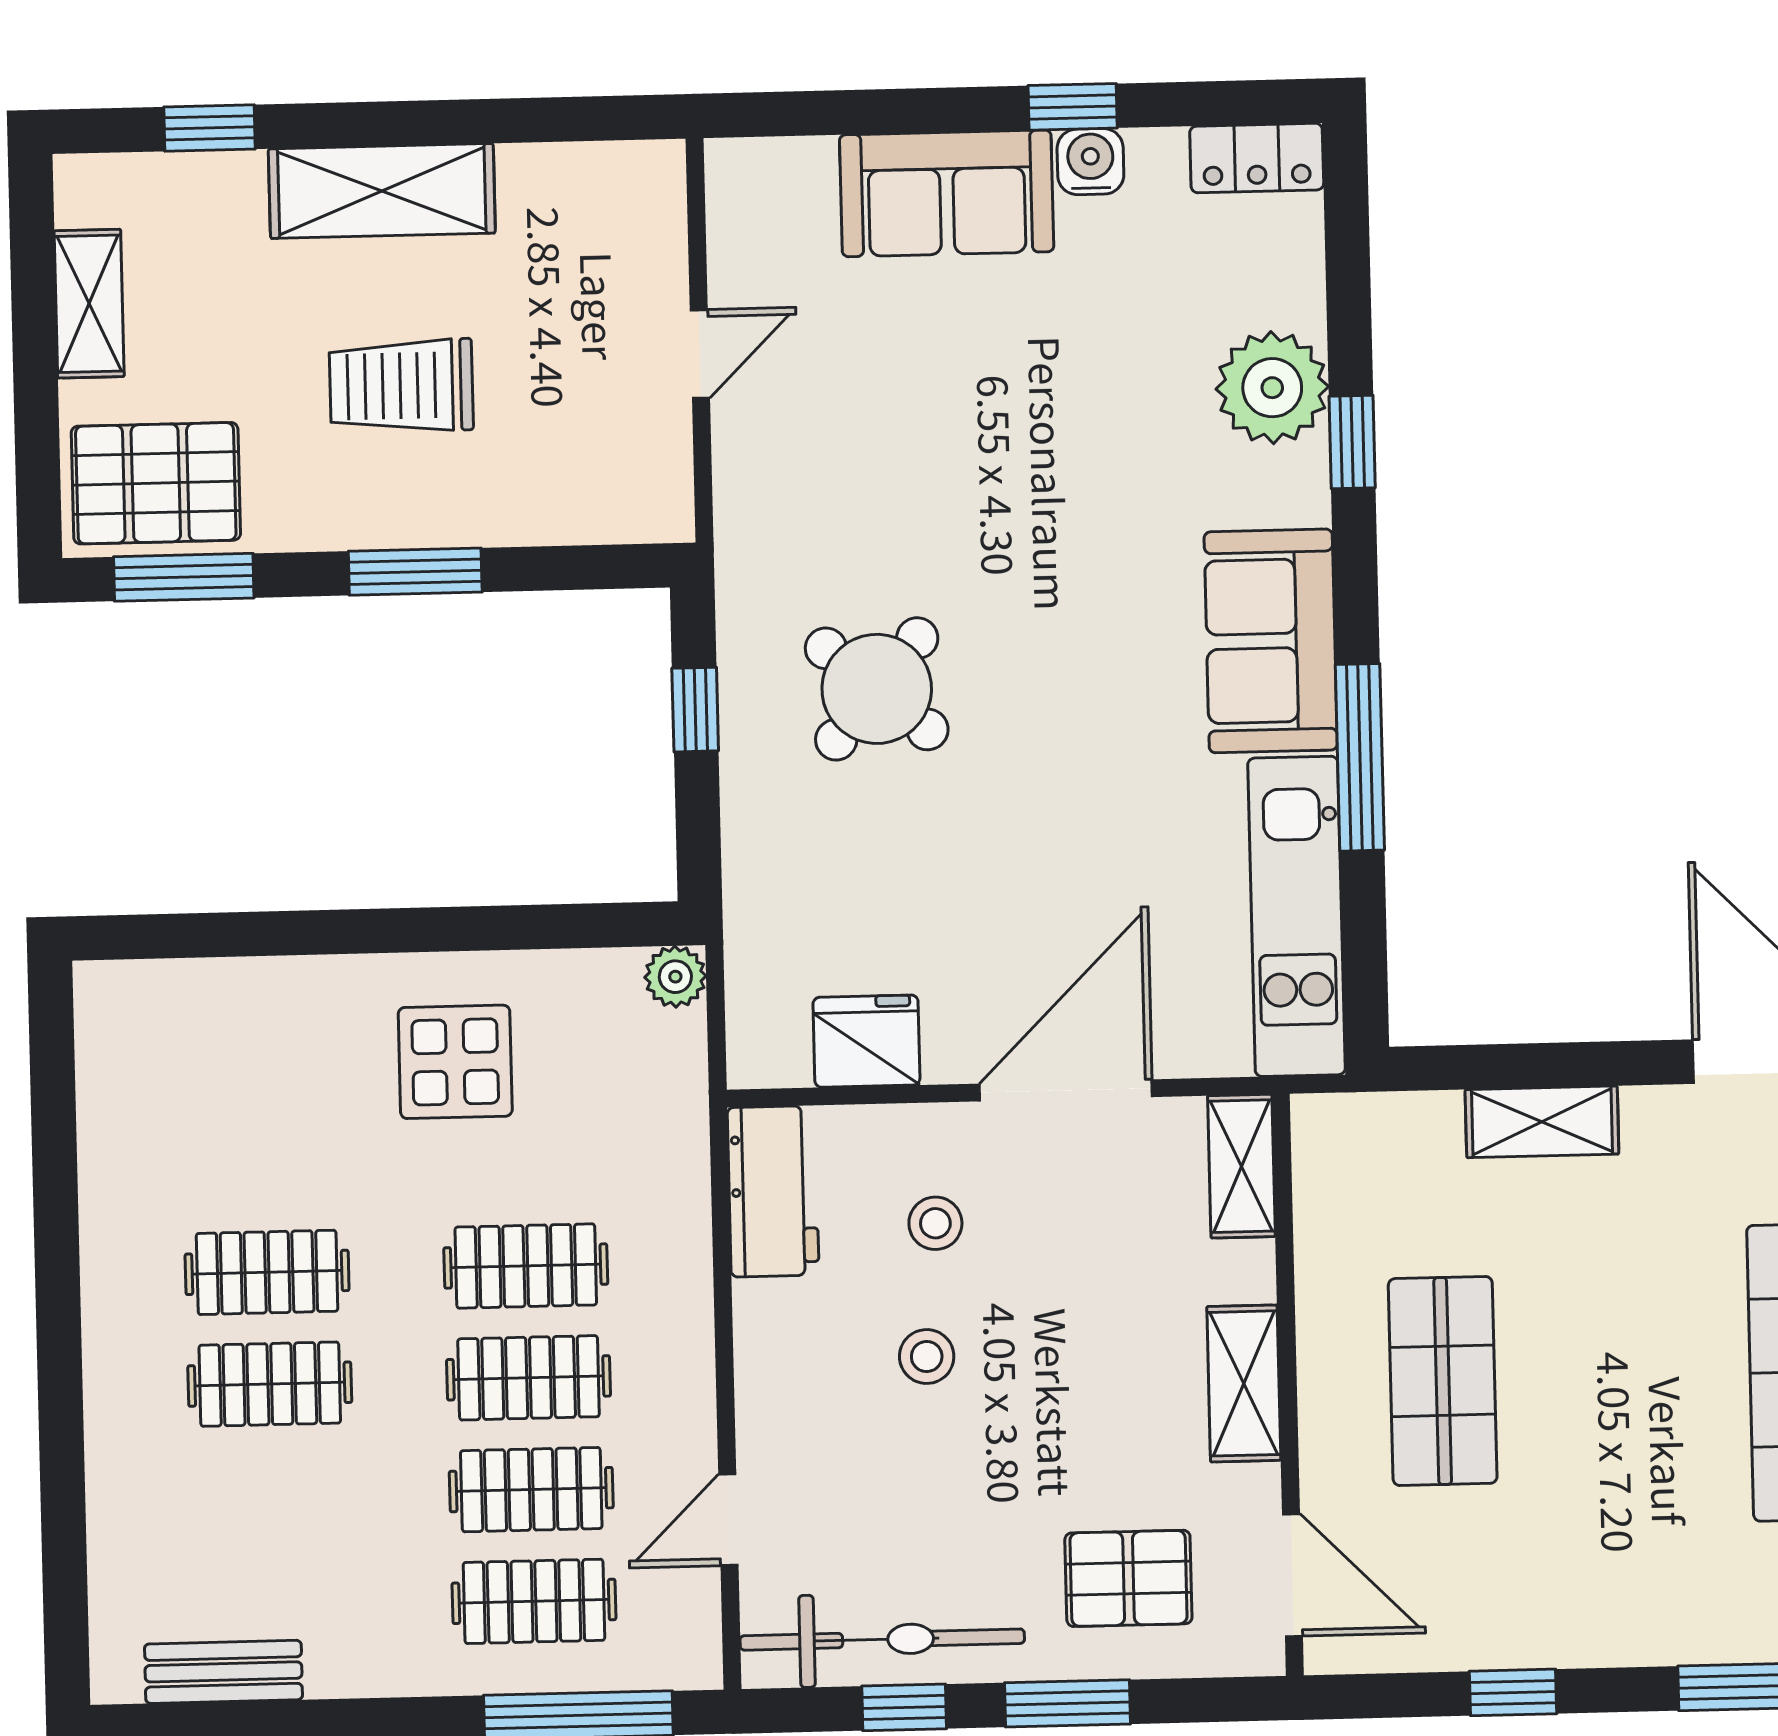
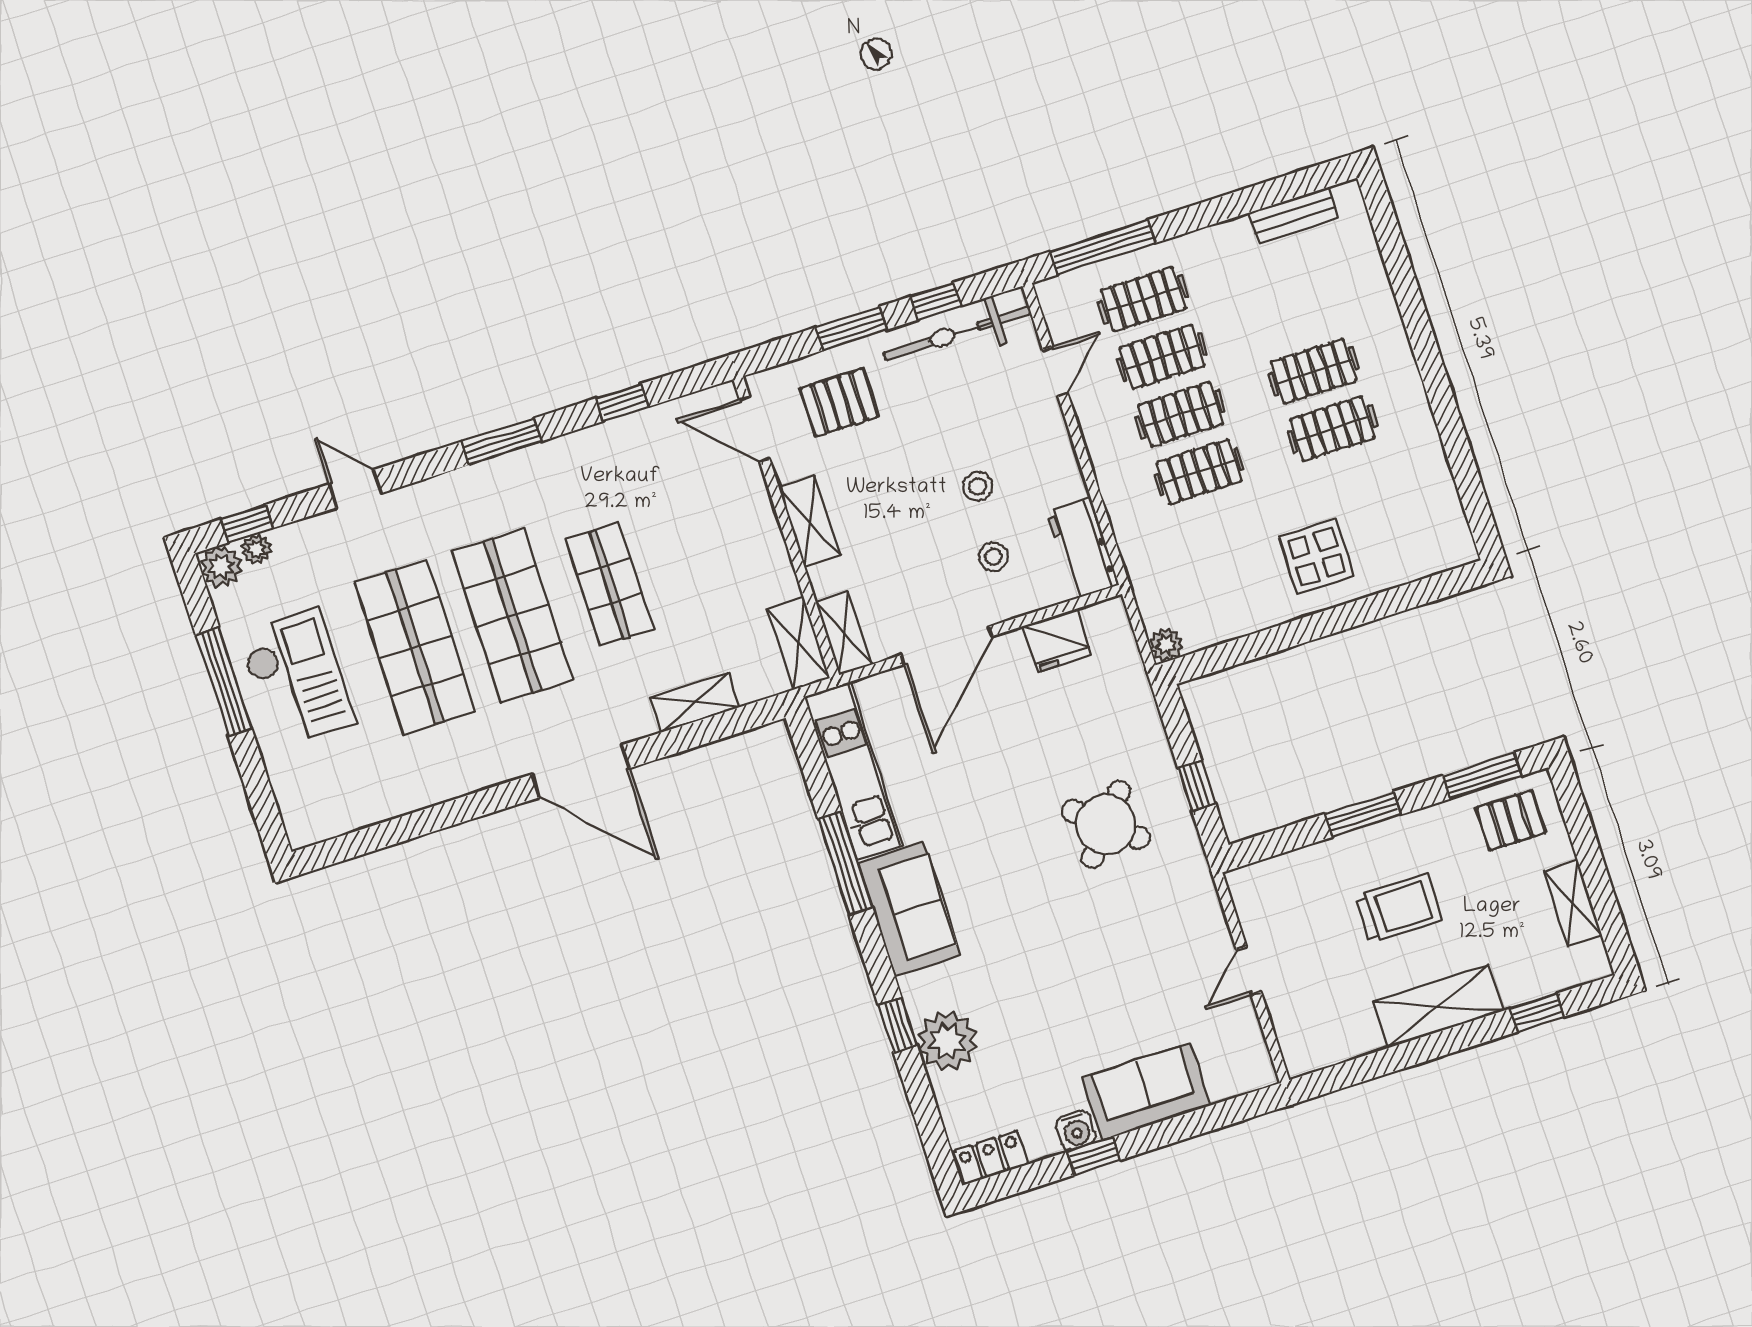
pallet: (156, 483) -> (1511, 820), width x0.67, depth x0.71
display table: (455, 1062) -> (1316, 557), moved
shelving: (1327, 1172) -> (799, 643), added
shop shelf: (1443, 1381) -> (610, 584), moved

